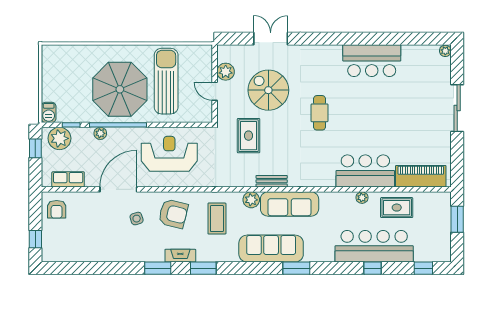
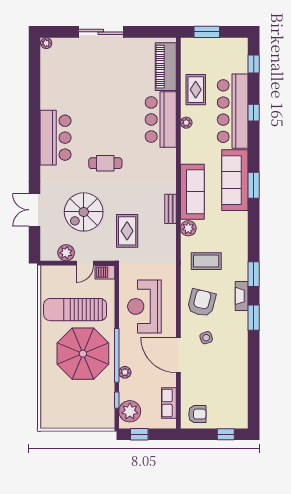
bar counter: (372, 61) -> (56, 138), moved
barbecue: (49, 112) -> (105, 272), moved, turned 180
rug: (249, 136) -> (127, 231), turned 90
sofa: (271, 249) -> (235, 180), moved

